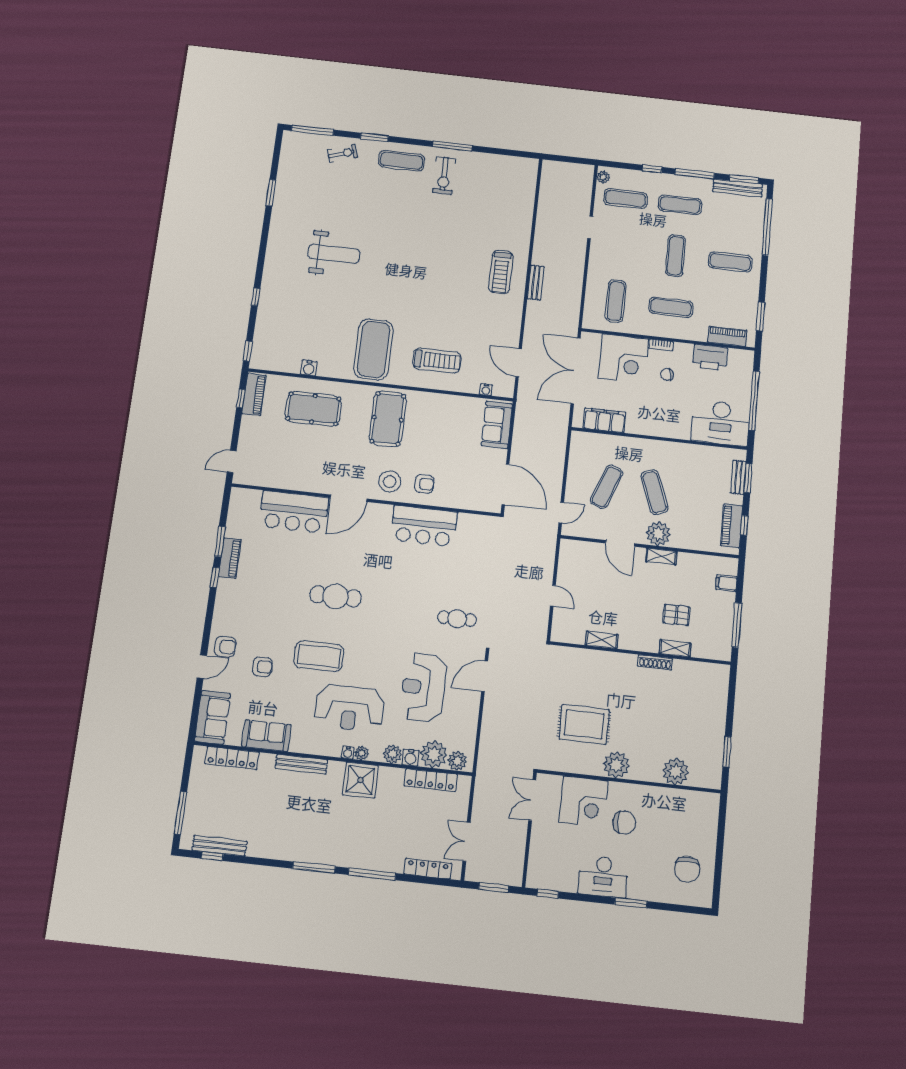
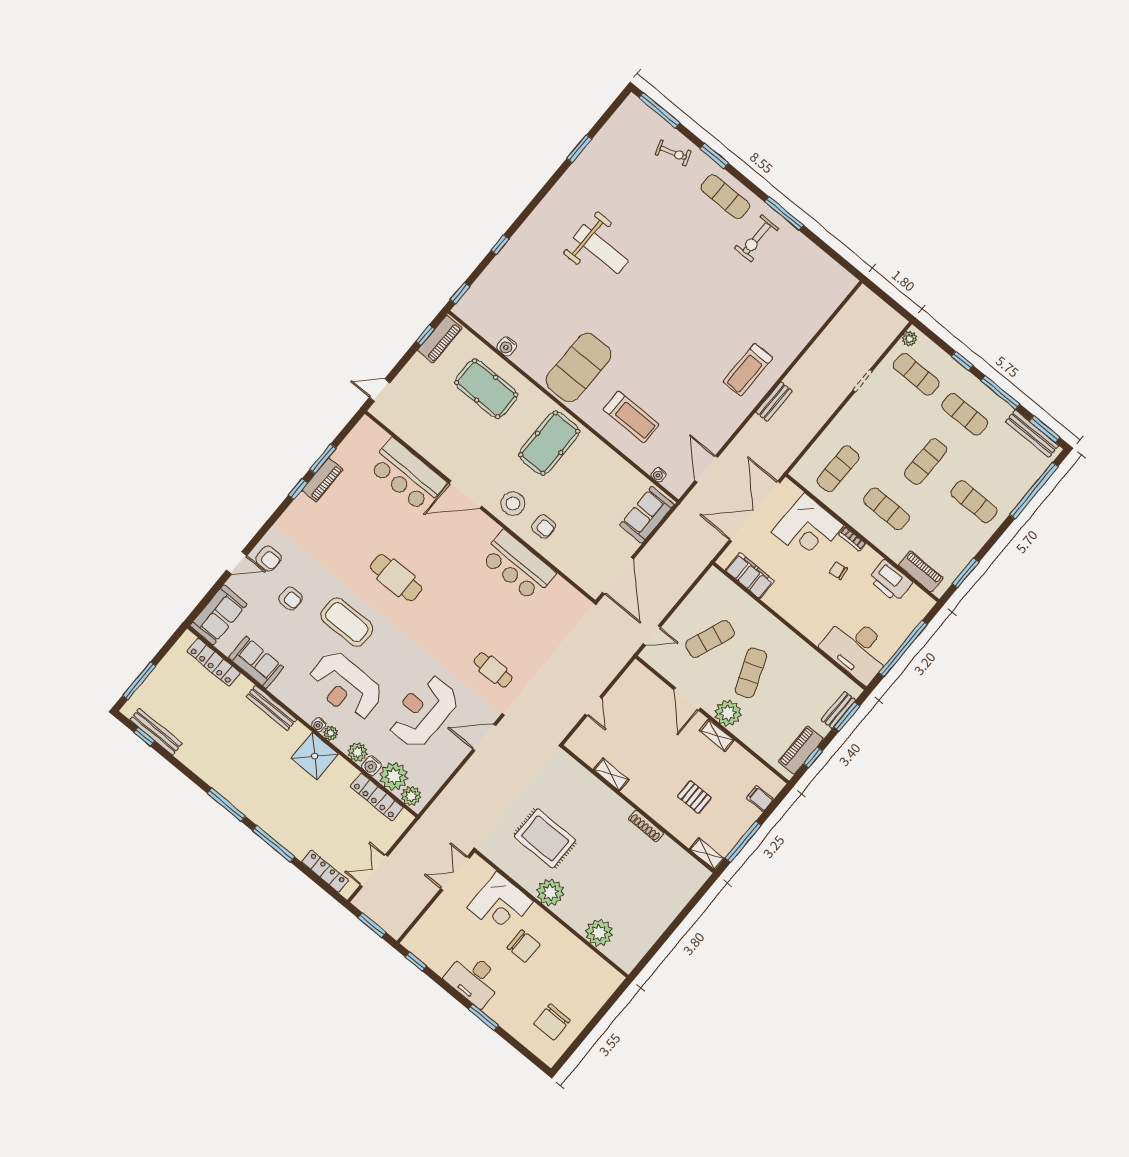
shelving: (675, 648) -> (707, 854), moved
window: (727, 752) -> (657, 946), removed

